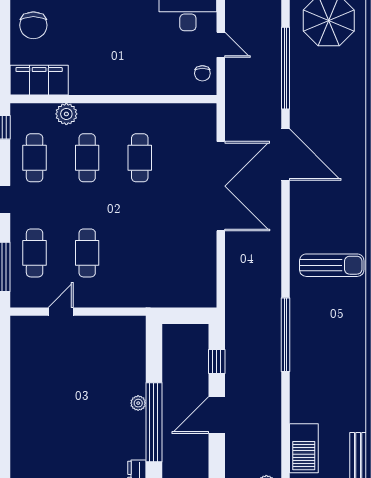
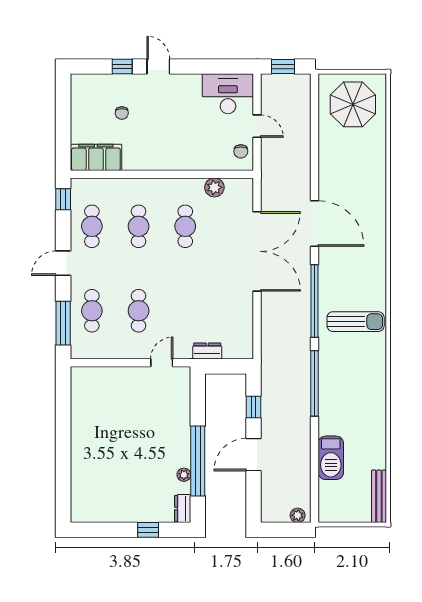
chair: (33, 25) -> (122, 113), moved, width x0.54, depth x0.54
window: (286, 68) -> (315, 301), moved
plant: (66, 114) -> (214, 187), moved
dresser: (165, 298) -> (207, 351), added
door: (61, 312) -> (162, 363), moved
plant: (138, 403) -> (184, 475), moved
barbecue: (304, 448) -> (331, 458), moved

